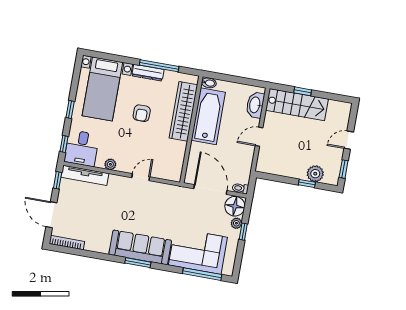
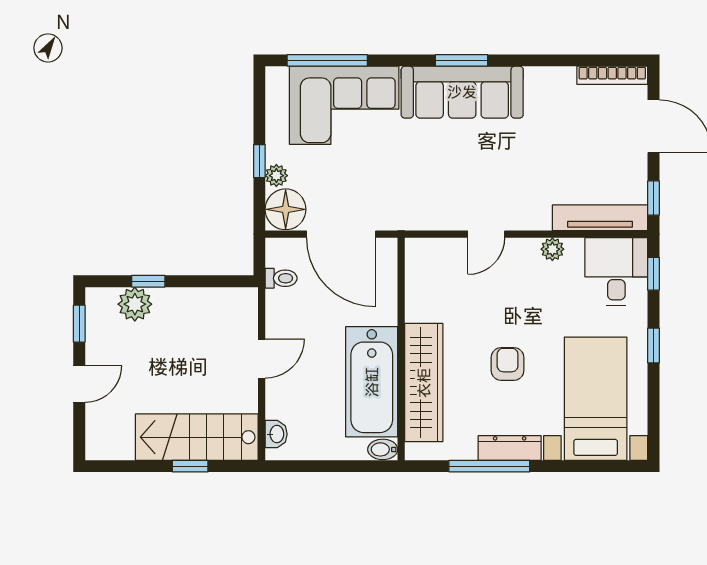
washbasin: (255, 105) -> (276, 434), width x0.52, depth x0.69
toilet: (240, 188) -> (281, 278), moved

